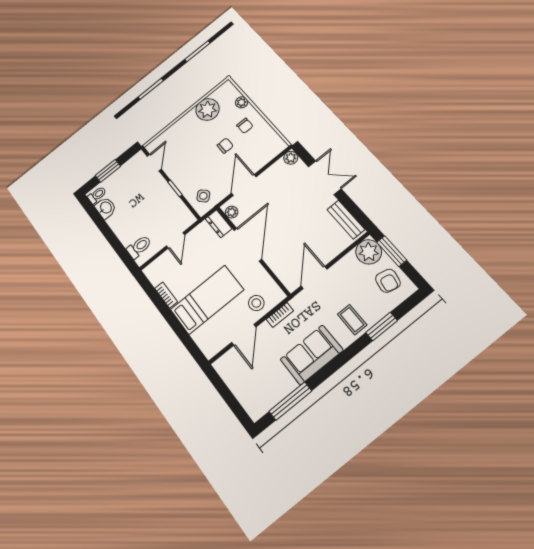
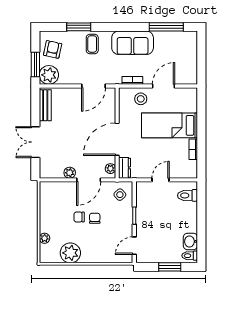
chair: (245, 126) -> (95, 218), moved
plant: (291, 158) -> (70, 173), moved

